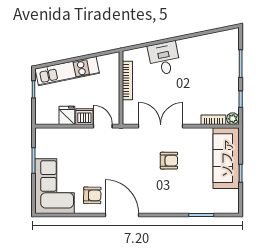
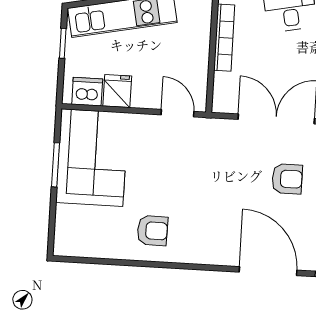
dishwasher: (84, 117) -> (87, 92), moved
corner sofa: (55, 186) -> (92, 158), moved
door: (122, 215) -> (268, 271), moved

